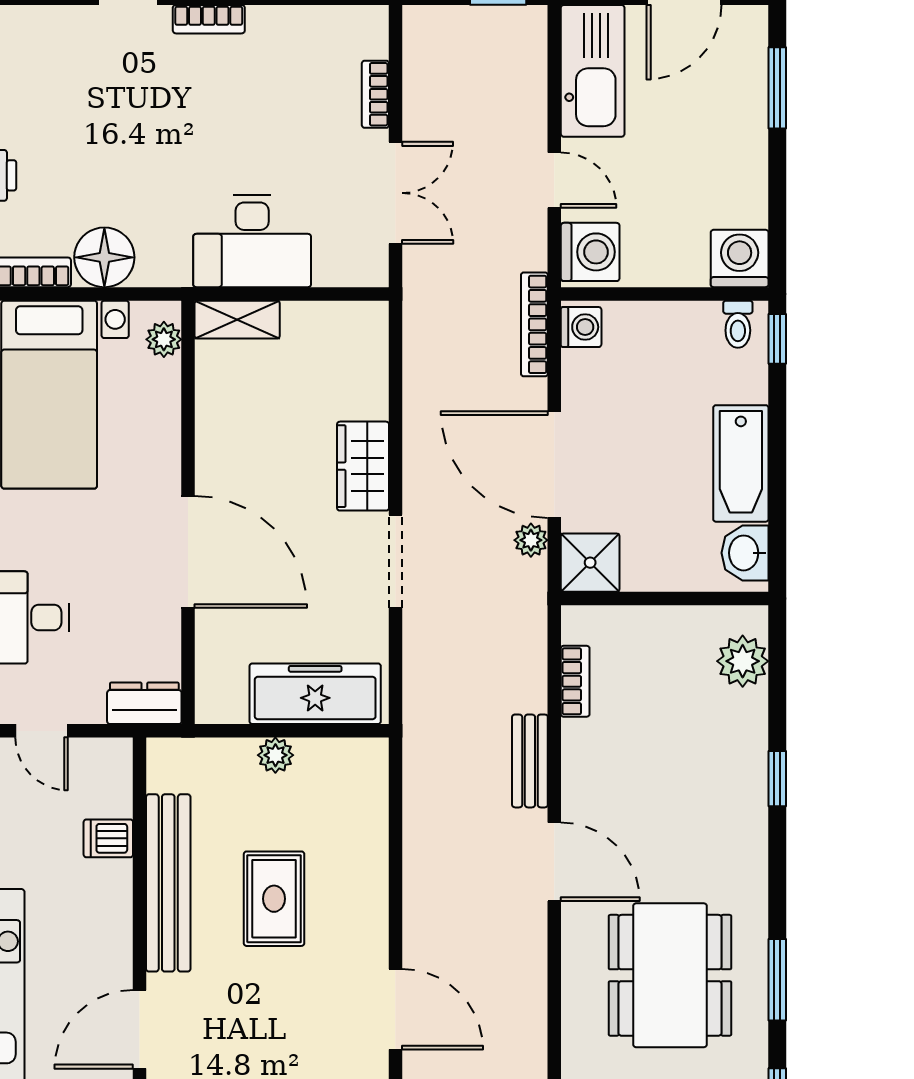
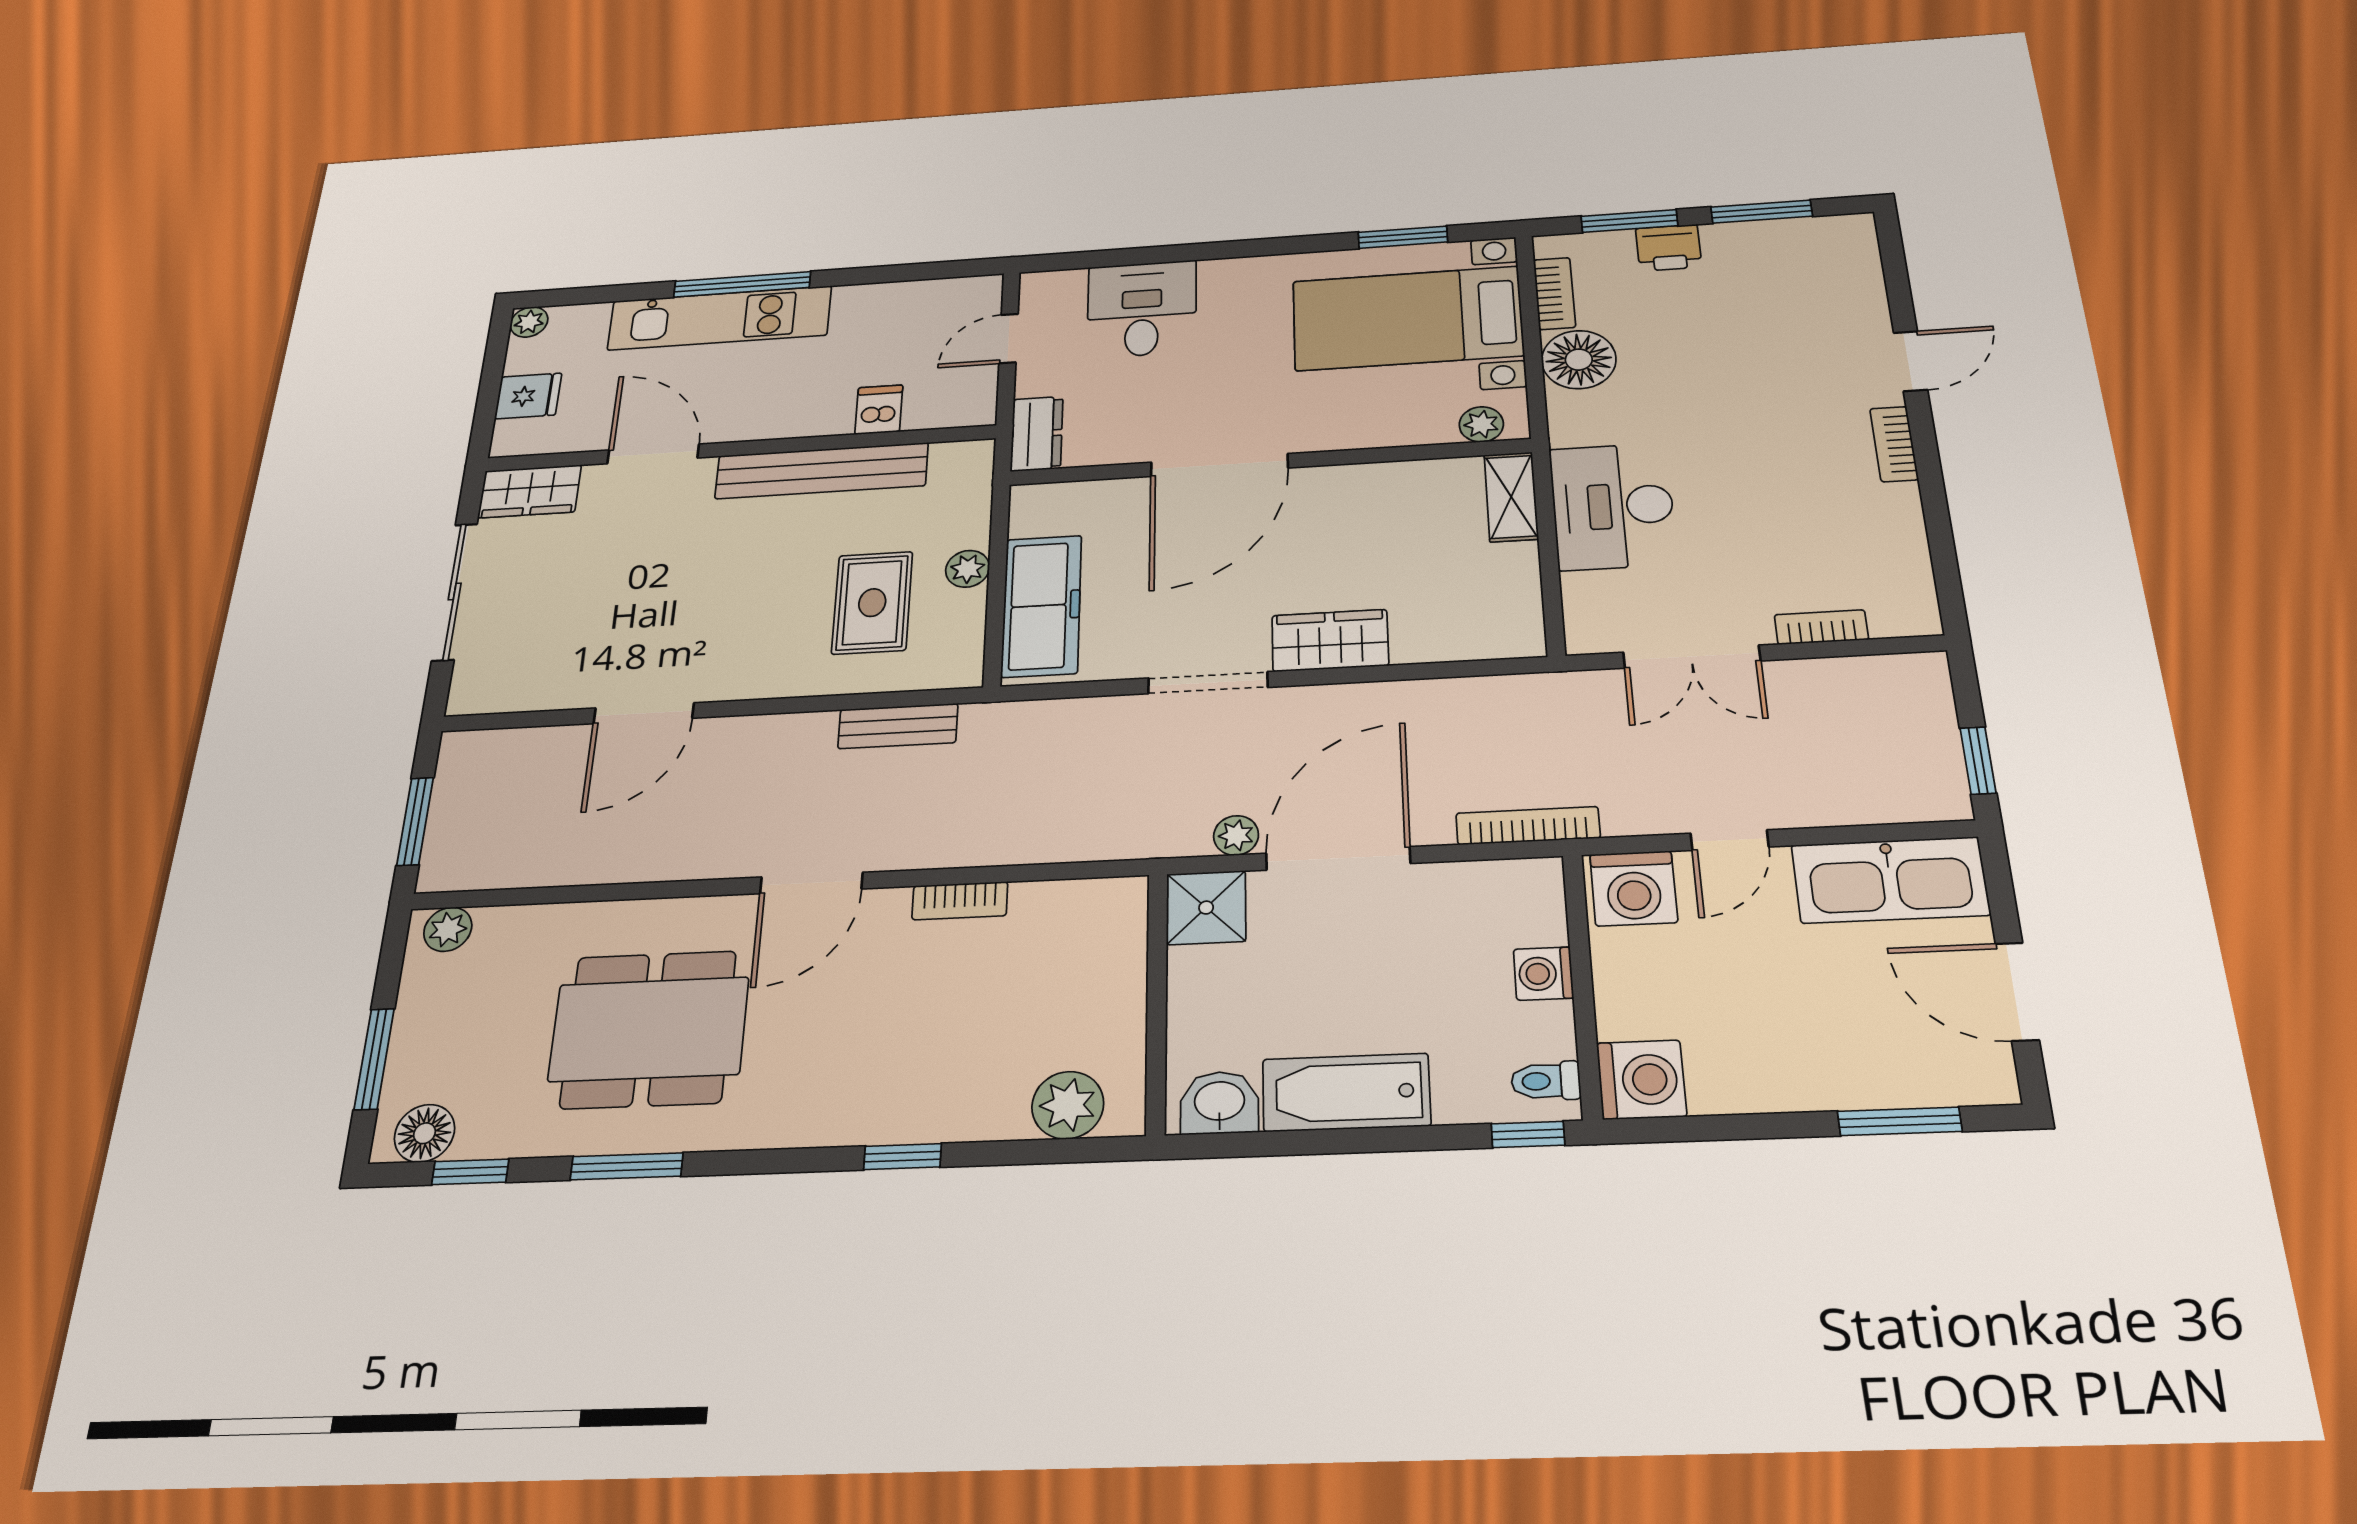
washing machine: (581, 327) -> (1543, 974), moved, turned 90
bookcase: (575, 681) -> (960, 901), moved
bench: (530, 761) -> (898, 726), moved
rug: (274, 899) -> (872, 603), moved, turned 90

